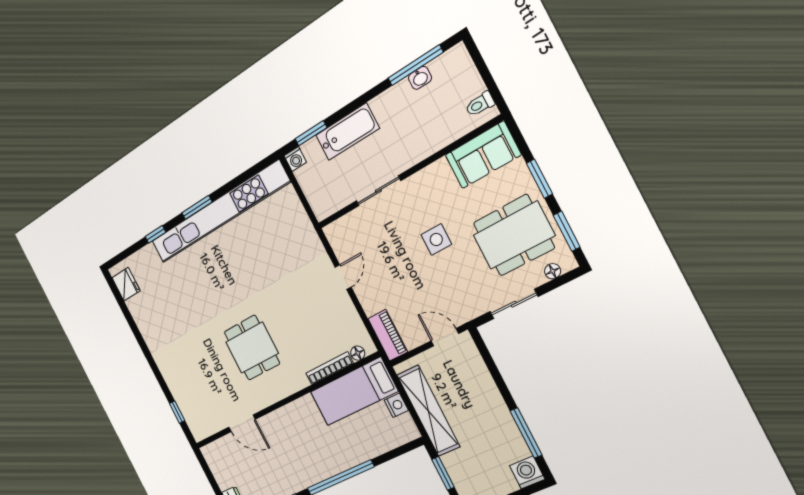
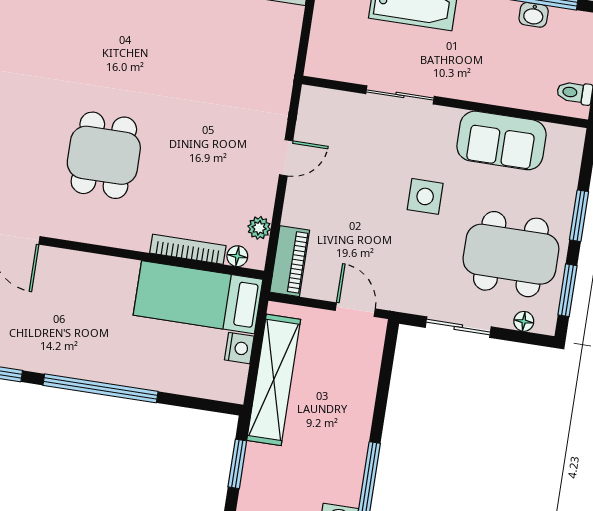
sofa: (483, 155) -> (501, 140), moved
plant: (358, 328) -> (259, 228), added

